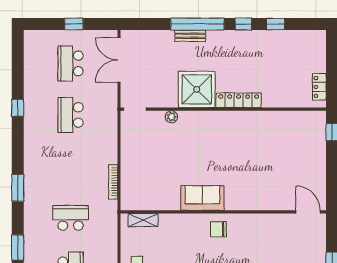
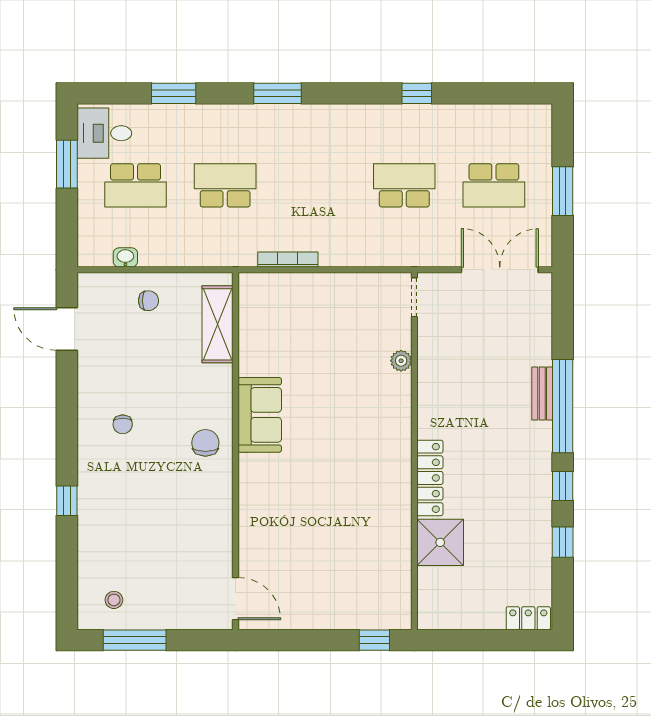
window: (74, 24) -> (563, 191), width x1.50
school desk: (71, 63) -> (494, 185), turned 180
locker: (319, 87) -> (528, 618), moved
shower: (197, 89) -> (440, 542), moved, width x0.73, depth x0.73
door: (308, 212) -> (235, 599), hinge flipped
school desk: (71, 218) -> (225, 185), turned -90
shelving: (143, 220) -> (217, 324), width x1.50, depth x1.33

